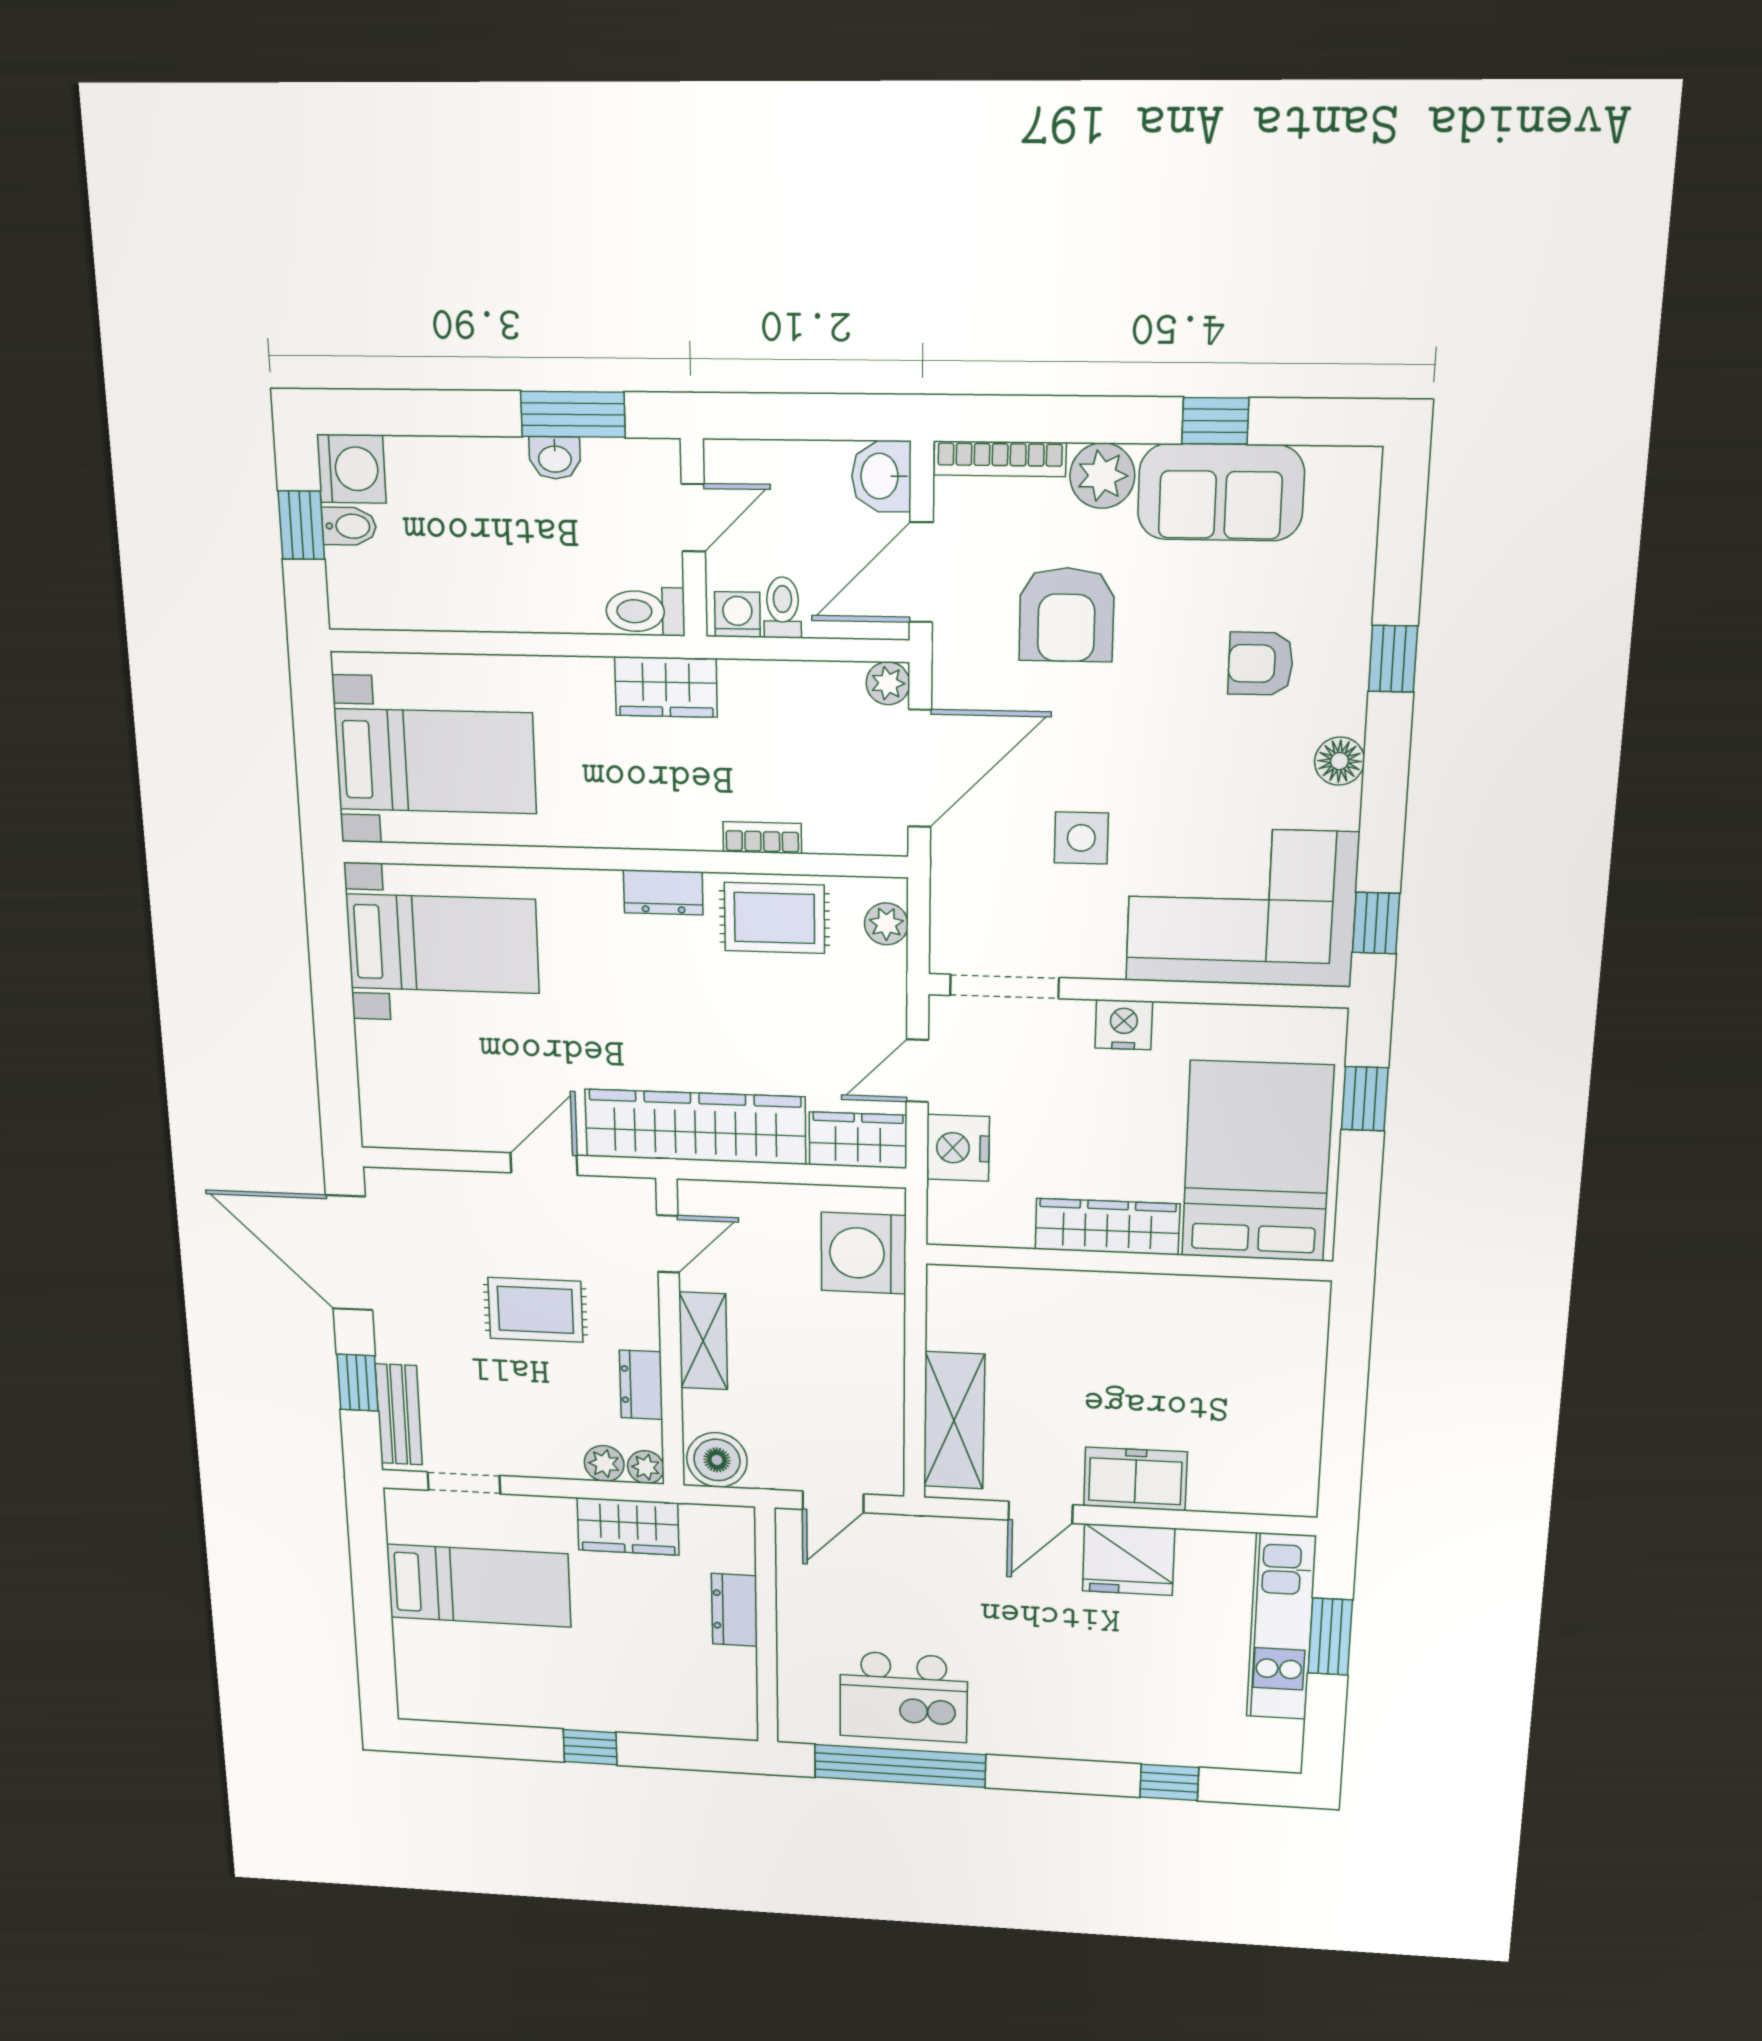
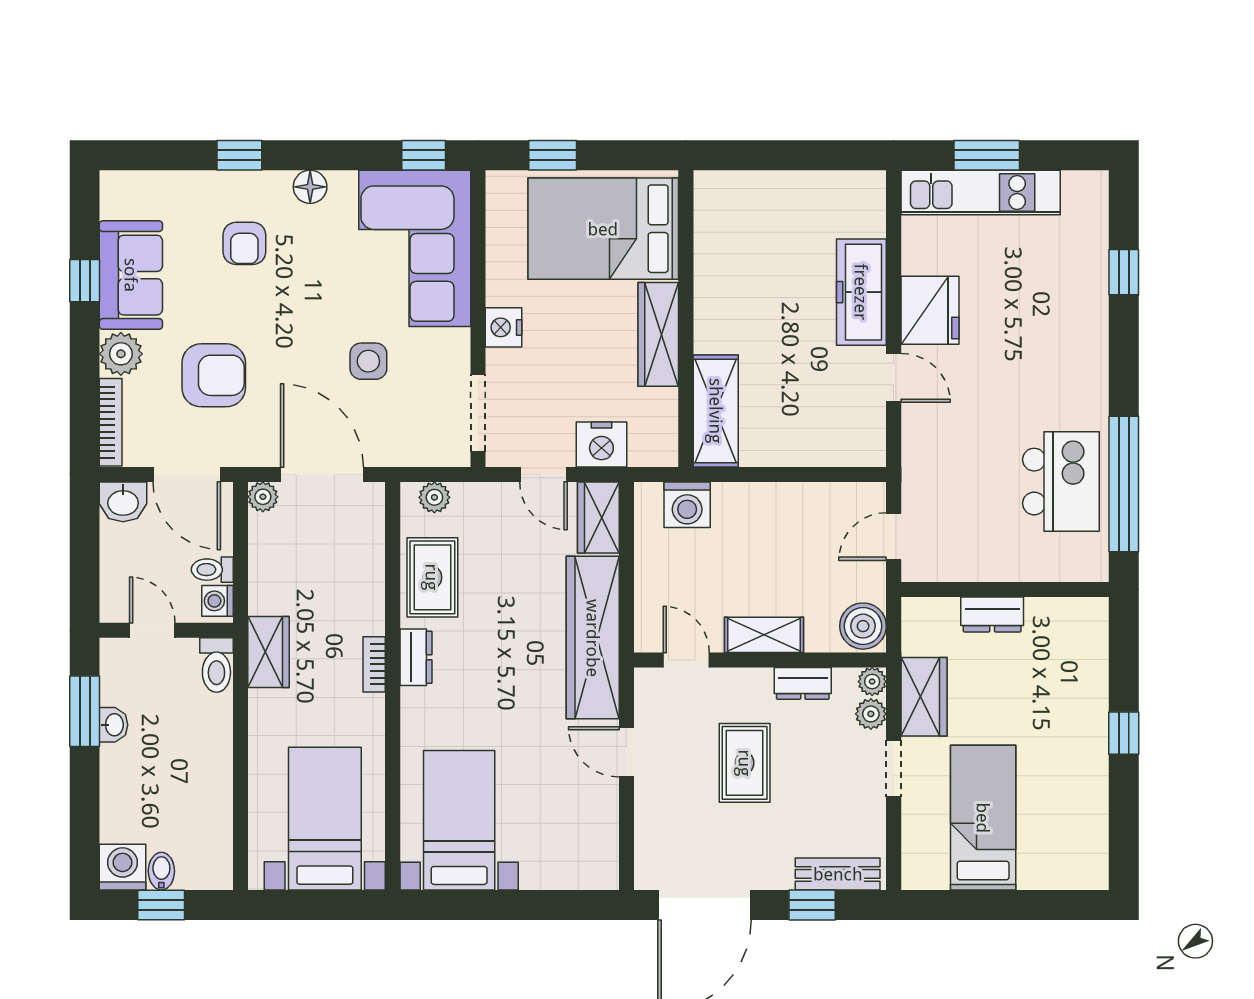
bookcase: (762, 838) -> (374, 664), moved
washing machine: (864, 1253) -> (687, 505), width x0.73, depth x0.73
shelving: (954, 1421) -> (716, 411), moved, turned 90
freezer: (1135, 1479) -> (861, 292), width x1.40
doorway: (464, 1483) -> (894, 769), moved
door: (833, 1502) -> (894, 537), swing flipped

